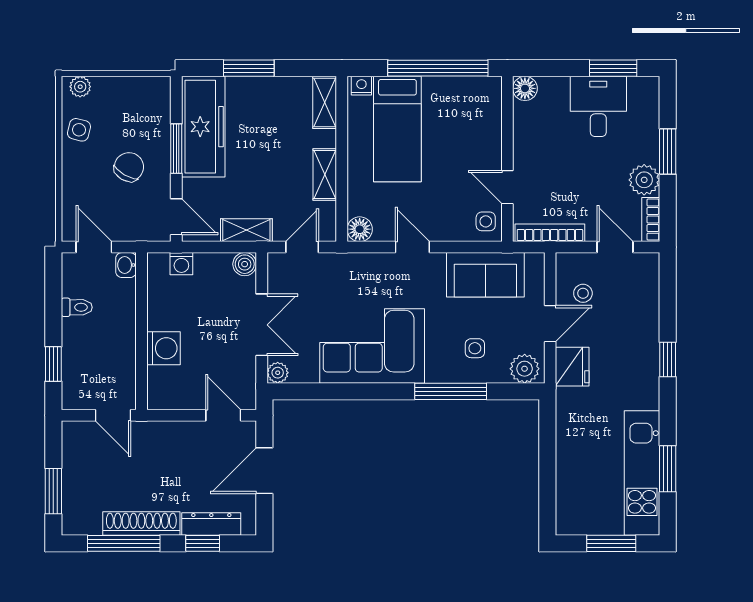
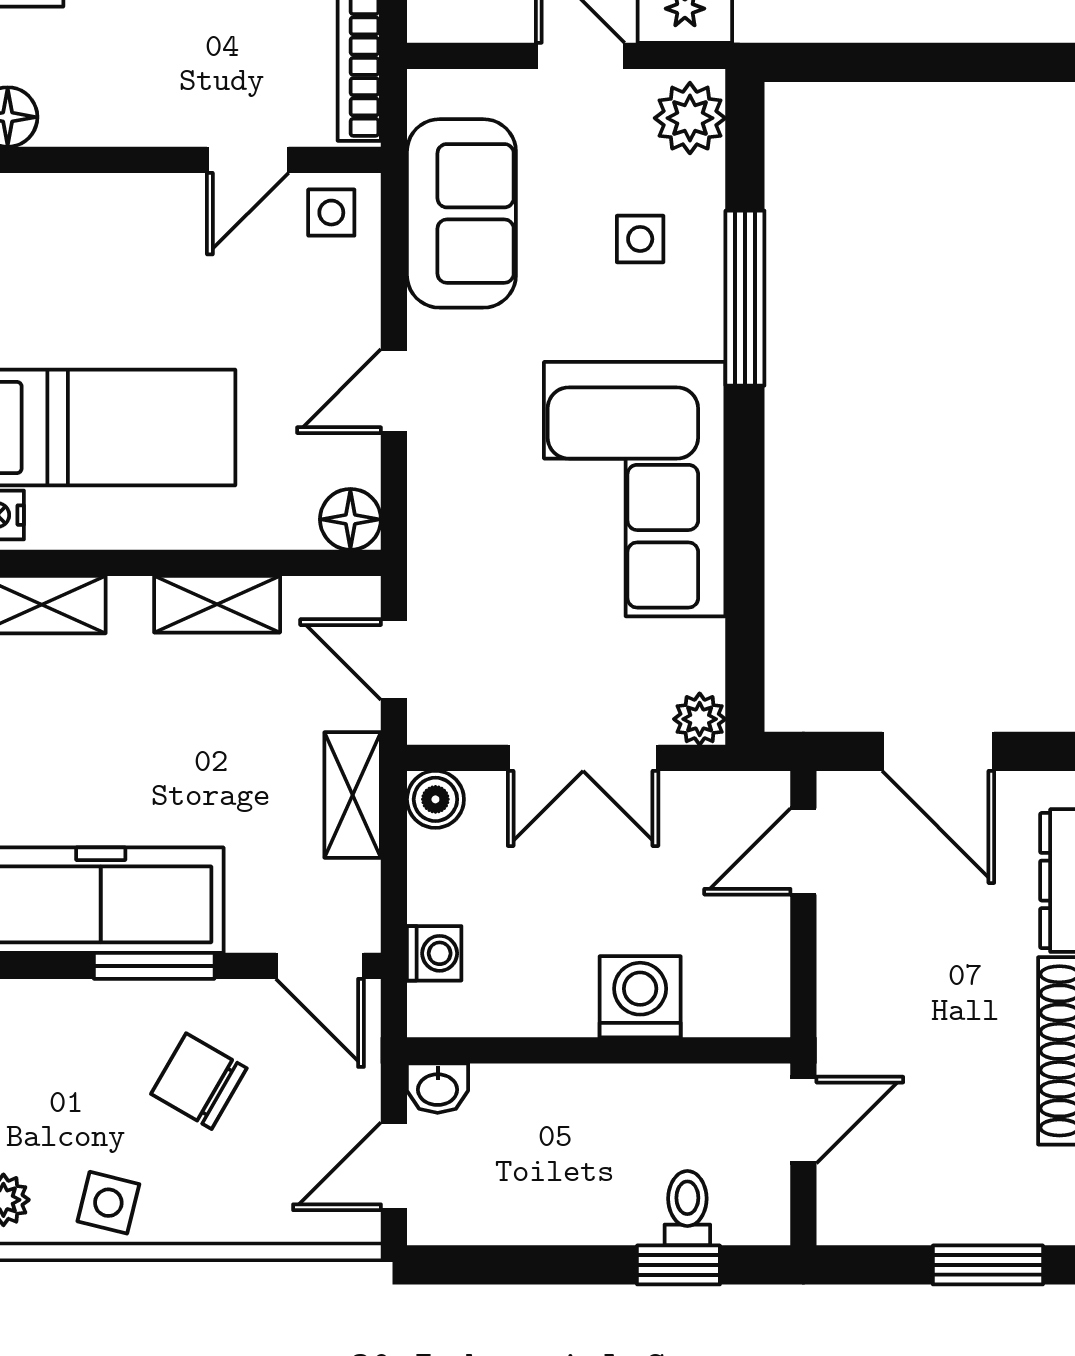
door: (176, 217) -> (320, 966), swing flipped
toilet: (77, 307) -> (687, 1208), moved
double door: (262, 325) -> (583, 758), swing flipped

